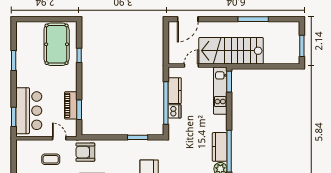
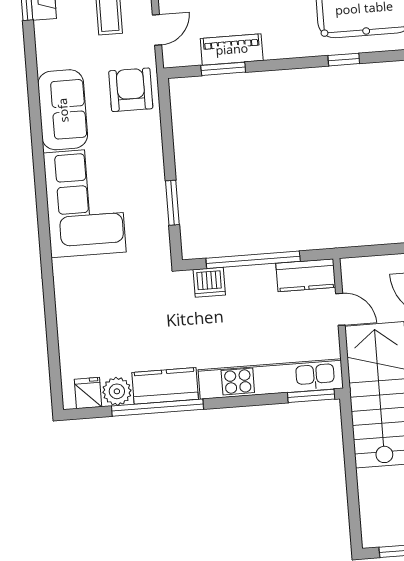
kitchen counter: (175, 91) -> (306, 275), moved
kitchen unit: (220, 91) -> (271, 379), width x1.36
dishwasher: (175, 111) -> (209, 282), moved

